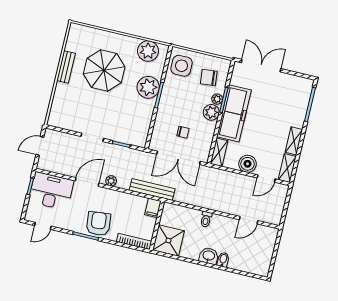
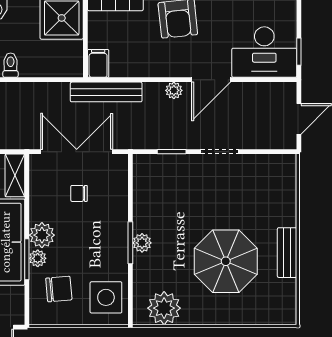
plant: (148, 87) -> (142, 243), width x0.53, depth x0.53

